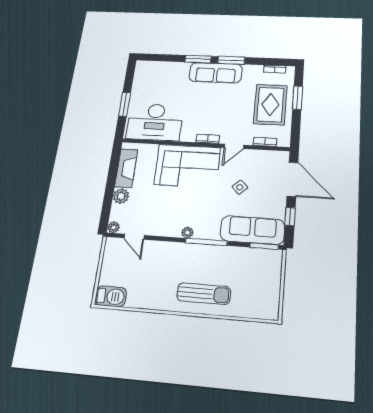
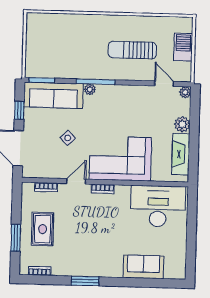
window: (198, 59) -> (120, 282), removed
sofa: (216, 73) -> (143, 267), moved, width x0.73
window: (125, 104) -> (192, 226), removed
rug: (270, 105) -> (43, 229), width x0.73, depth x0.70
plant: (187, 233) -> (90, 89), moved
sun lounger: (204, 294) -> (132, 50), moved
barbecue: (111, 296) -> (183, 47), moved, turned 90

